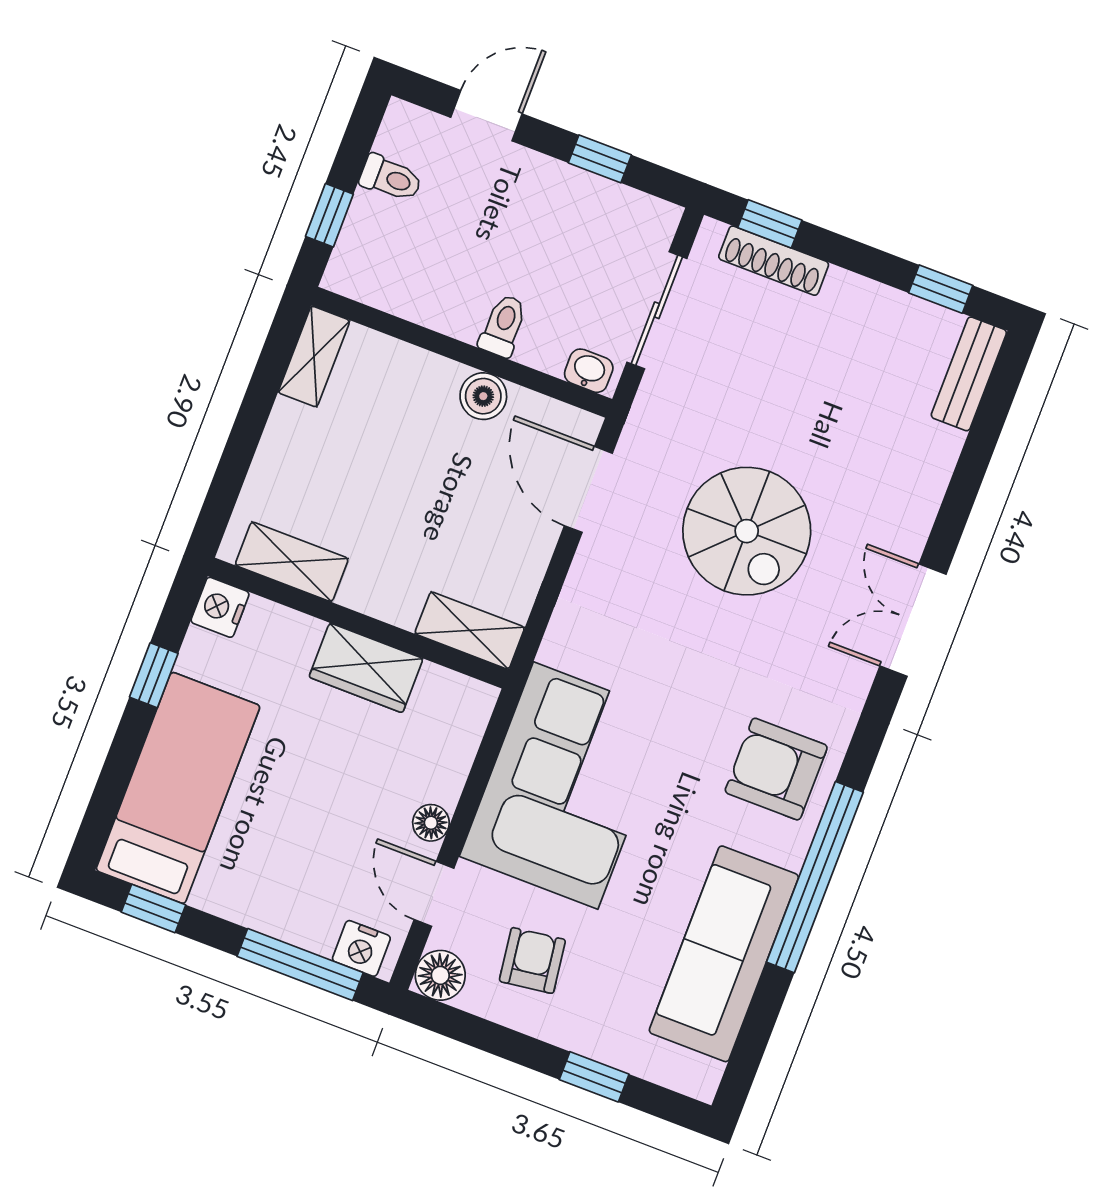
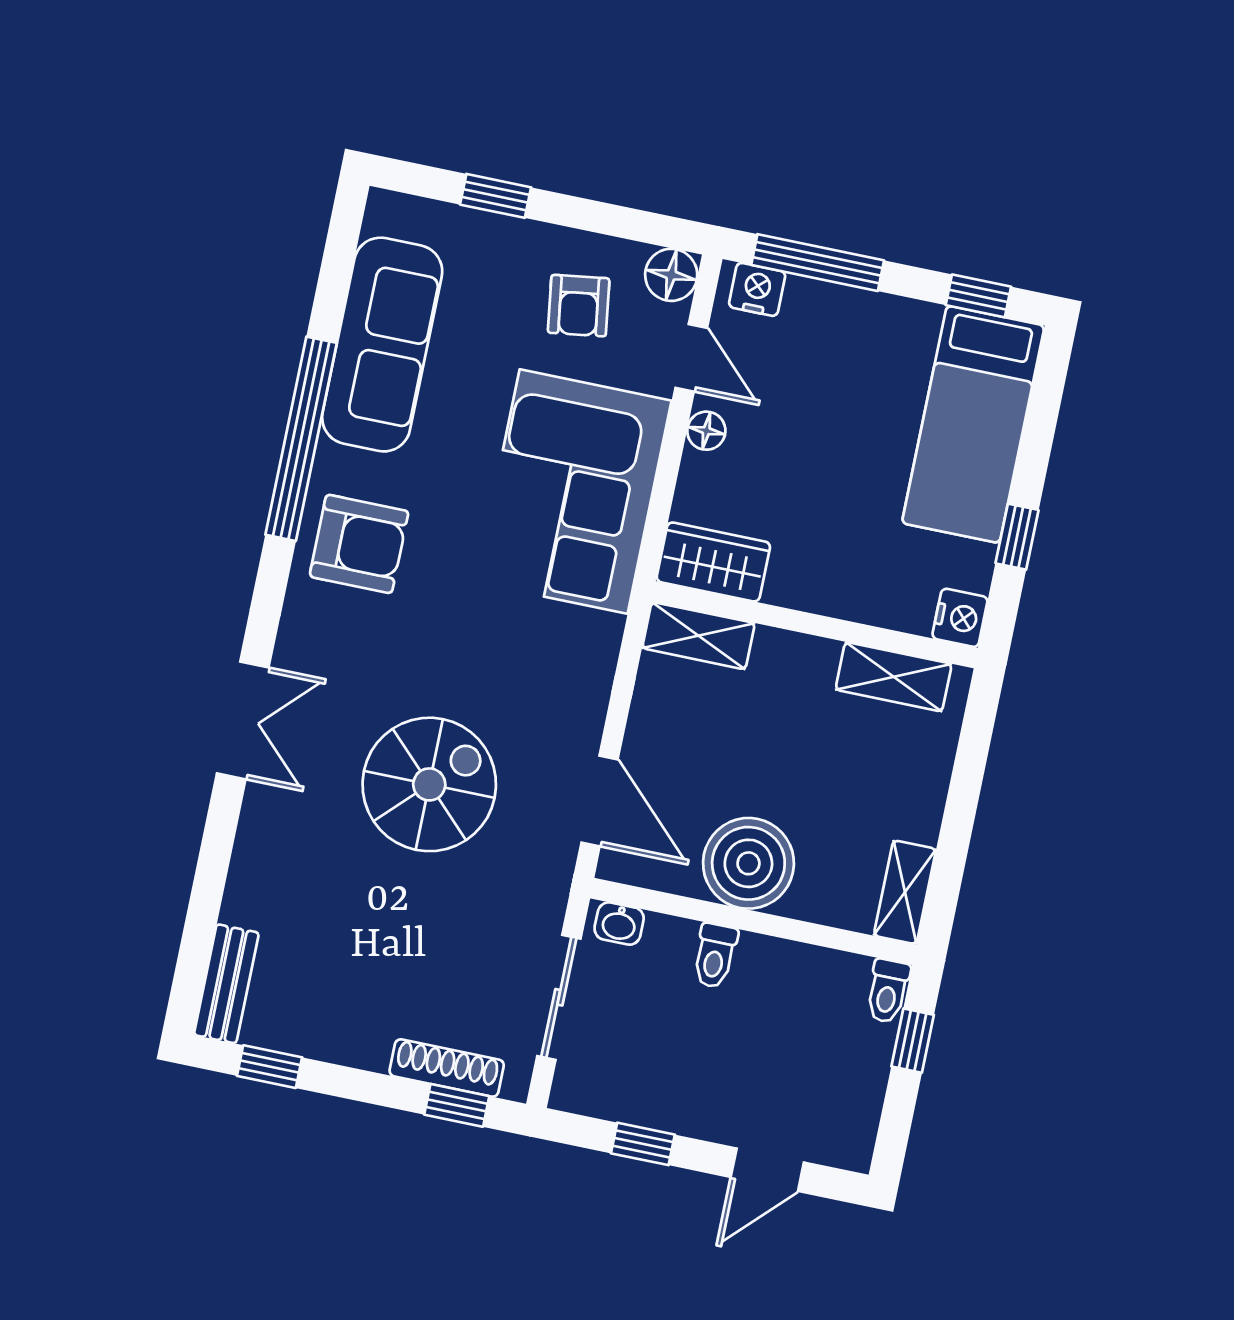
toilet: (391, 178) -> (888, 991), moved, turned -90
boiler: (483, 396) -> (748, 863), width x1.86, depth x1.86
spiral stairs: (747, 531) -> (429, 784), turned 90
wardrobe: (366, 668) -> (713, 562), moved

